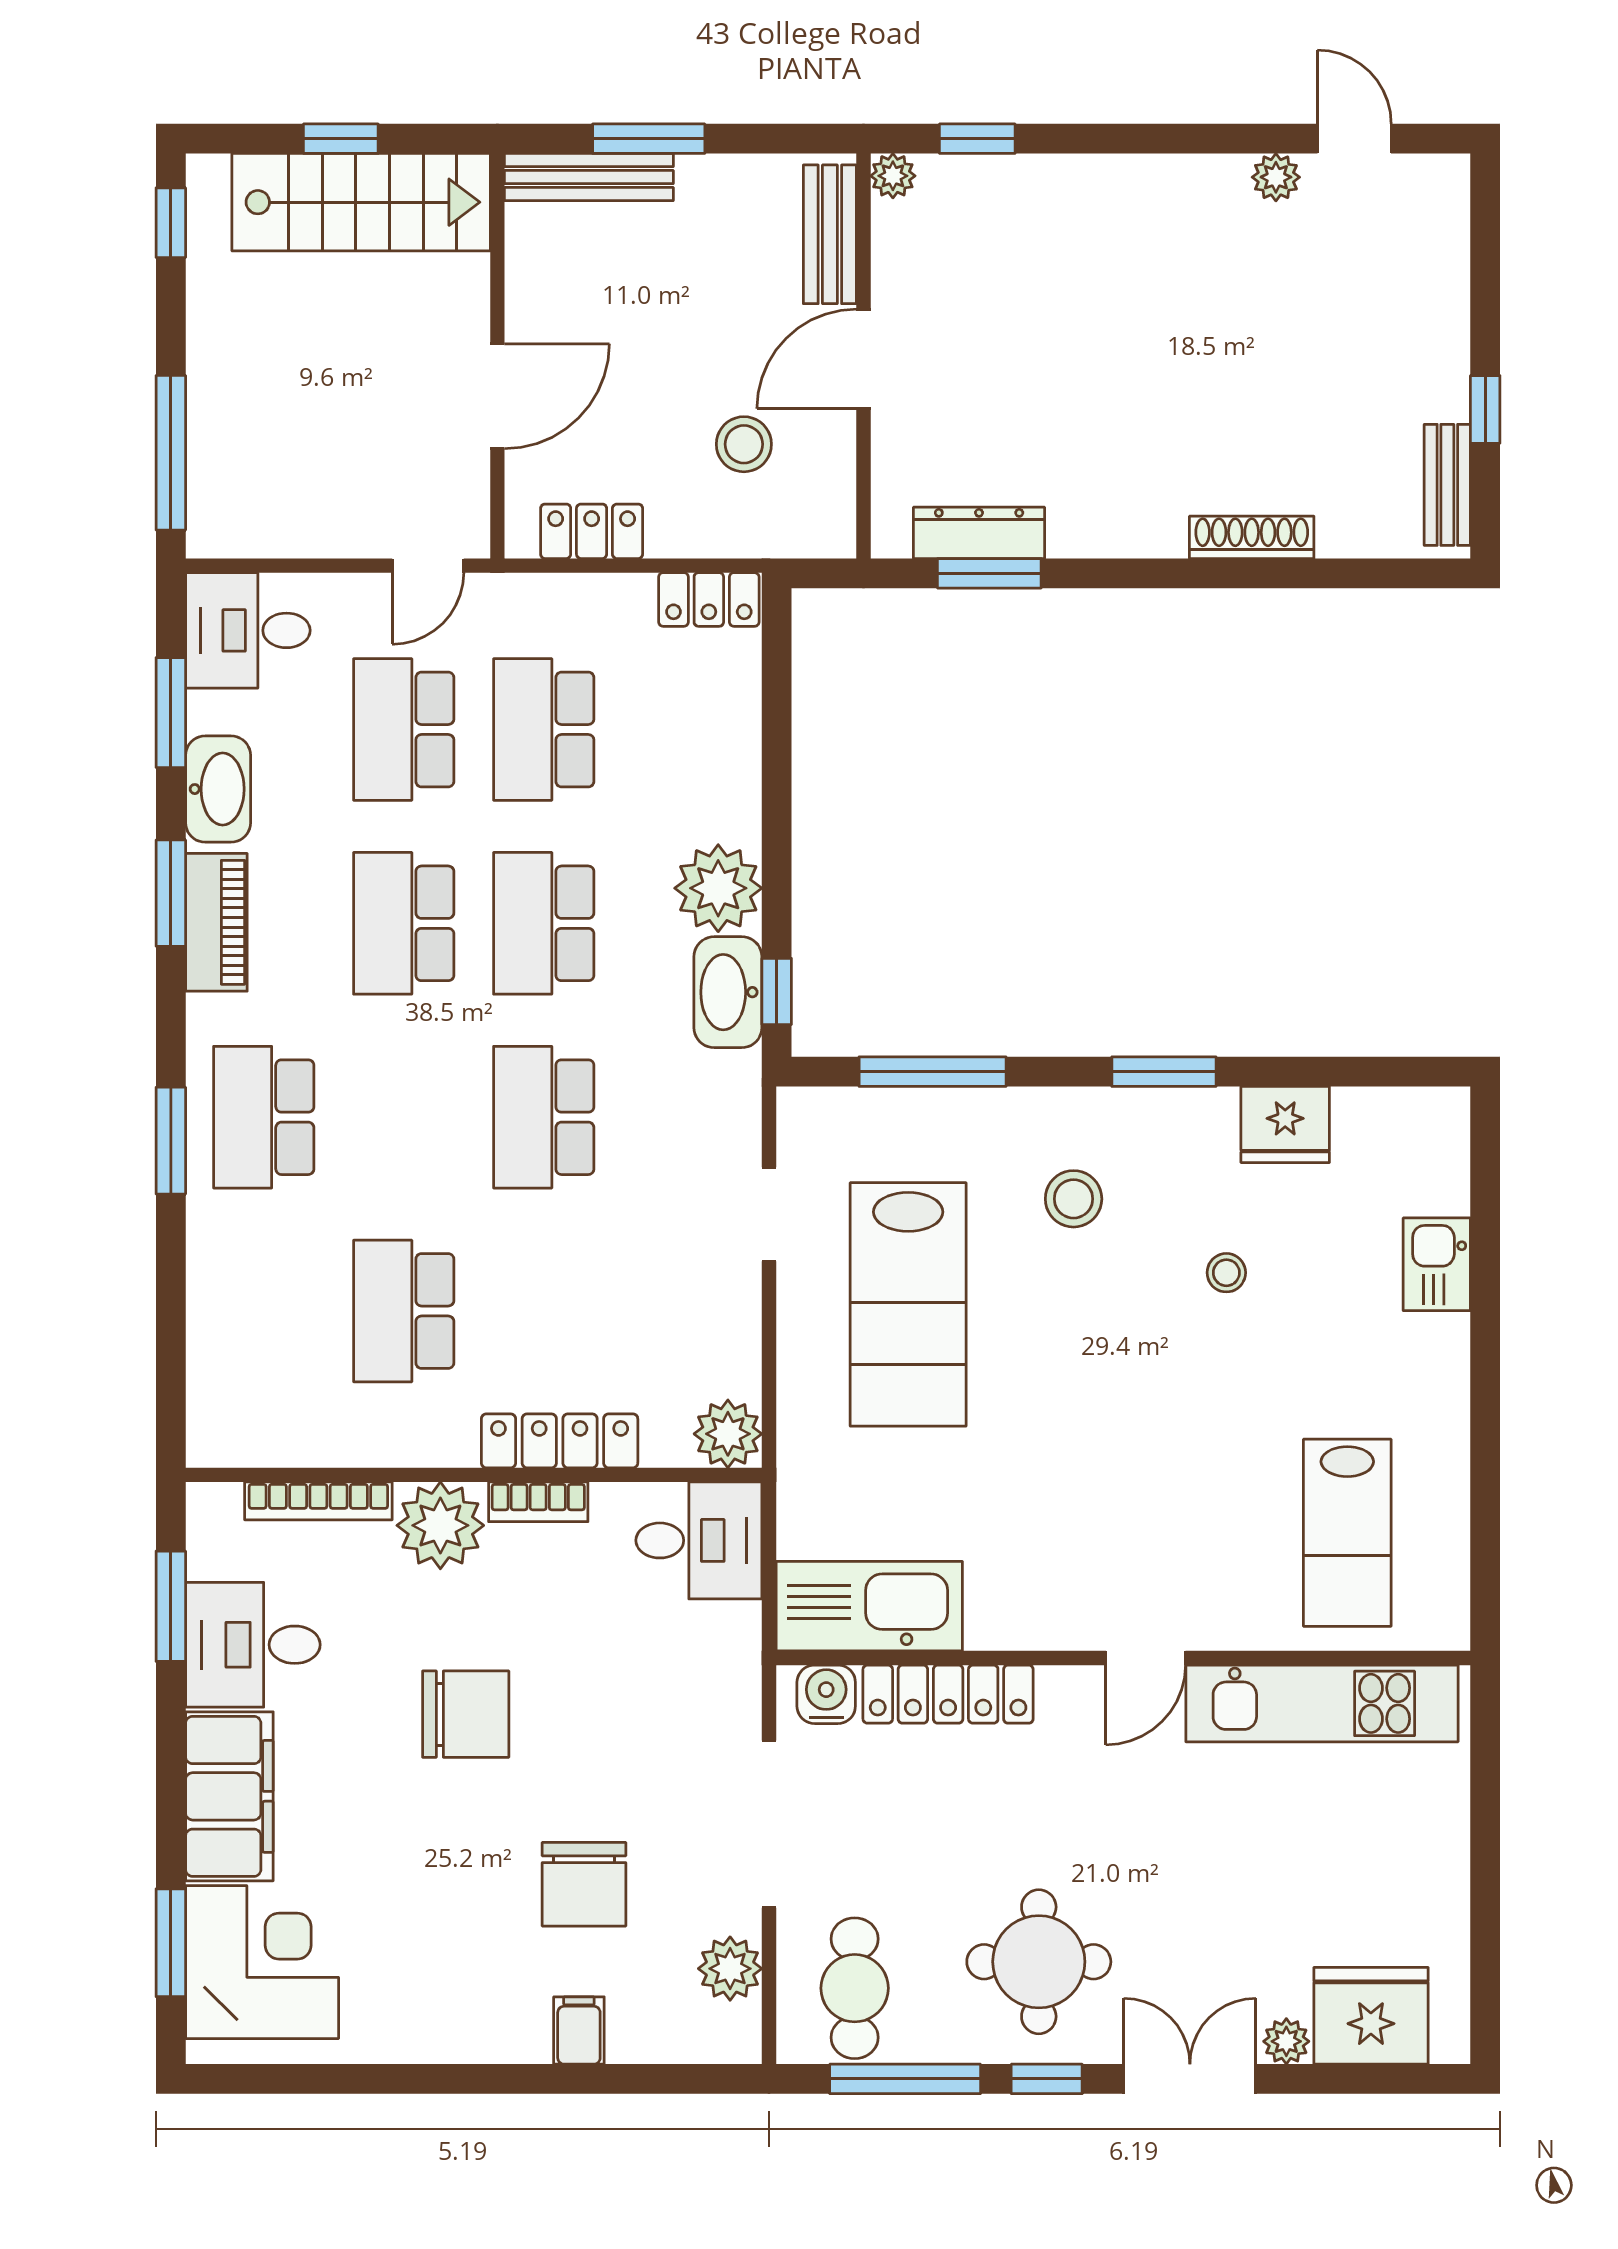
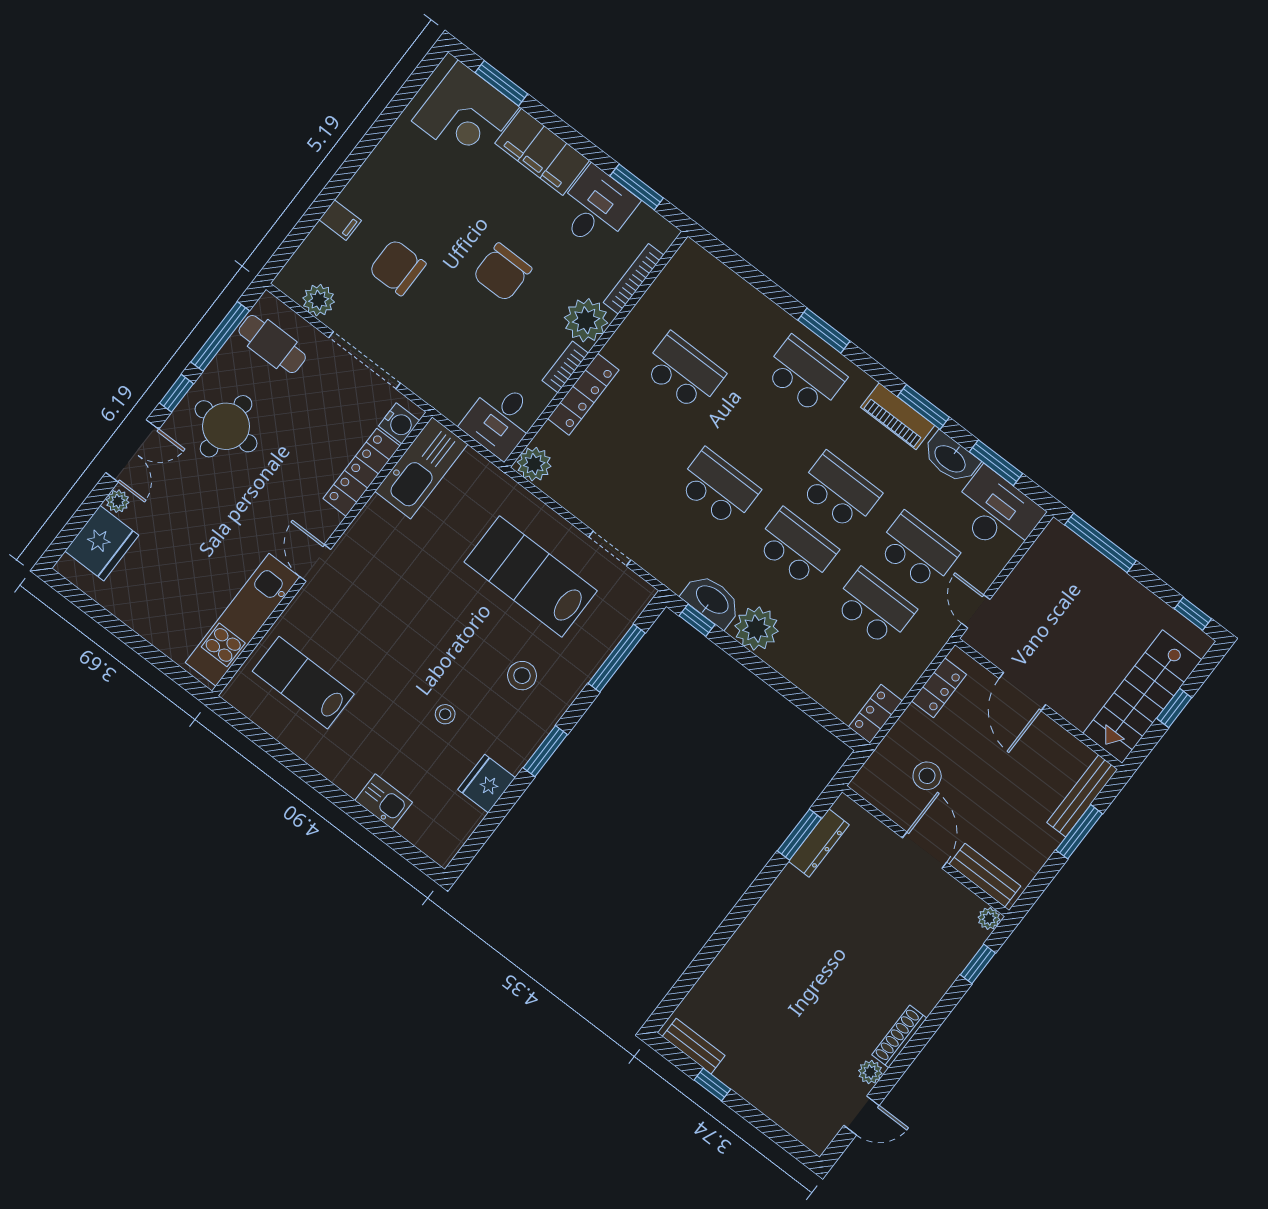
shoe rack: (1252, 537) -> (899, 1036), moved, turned 180
desk: (248, 630) -> (997, 512), width x1.37

